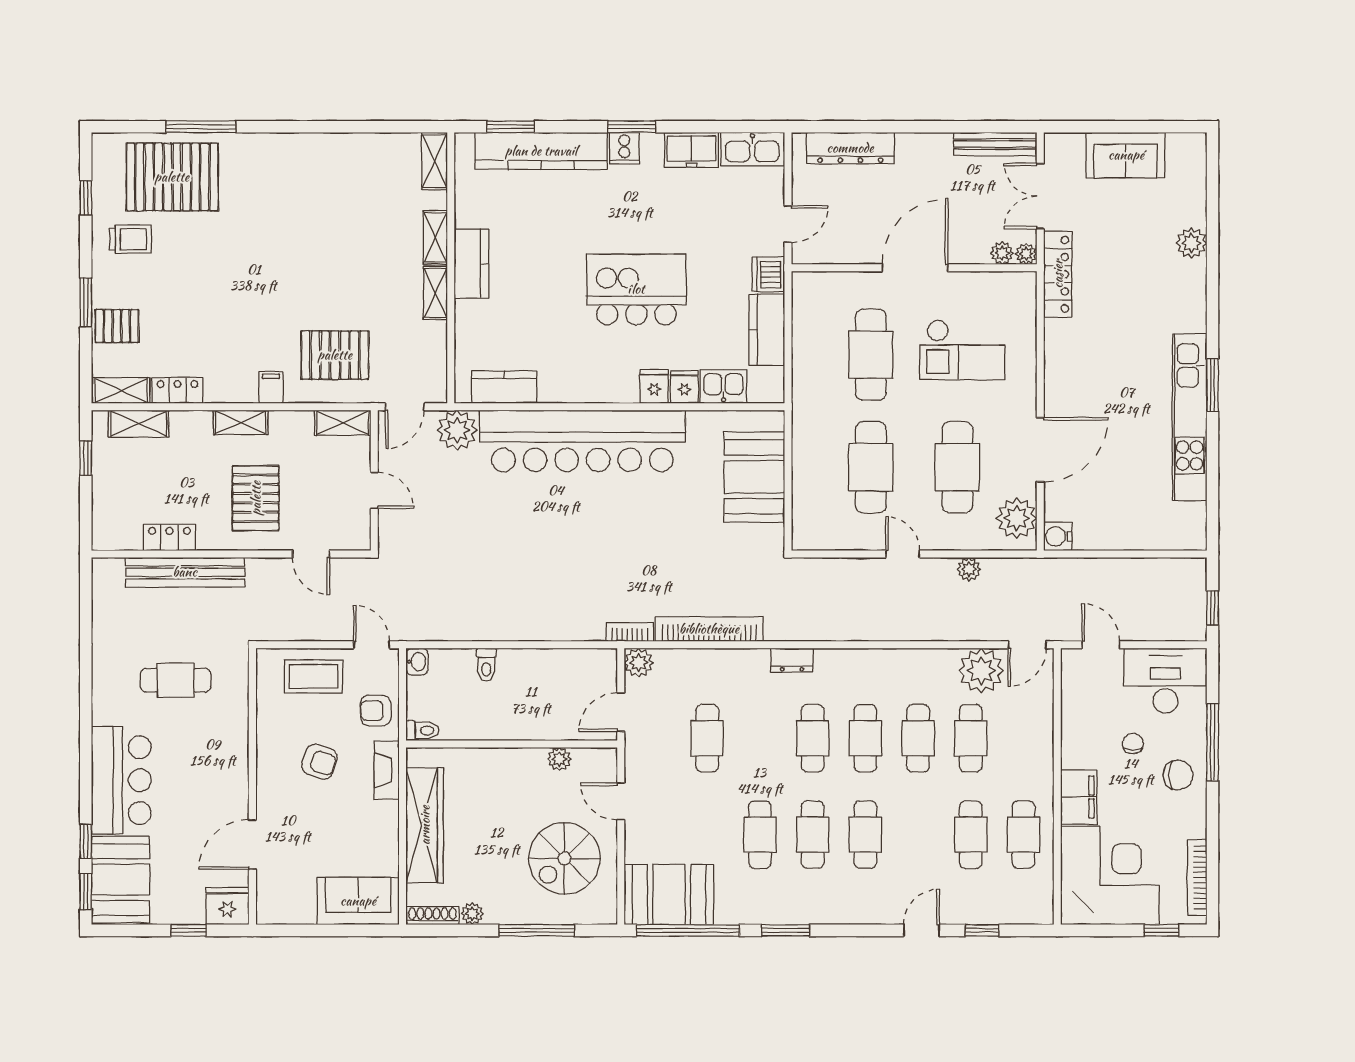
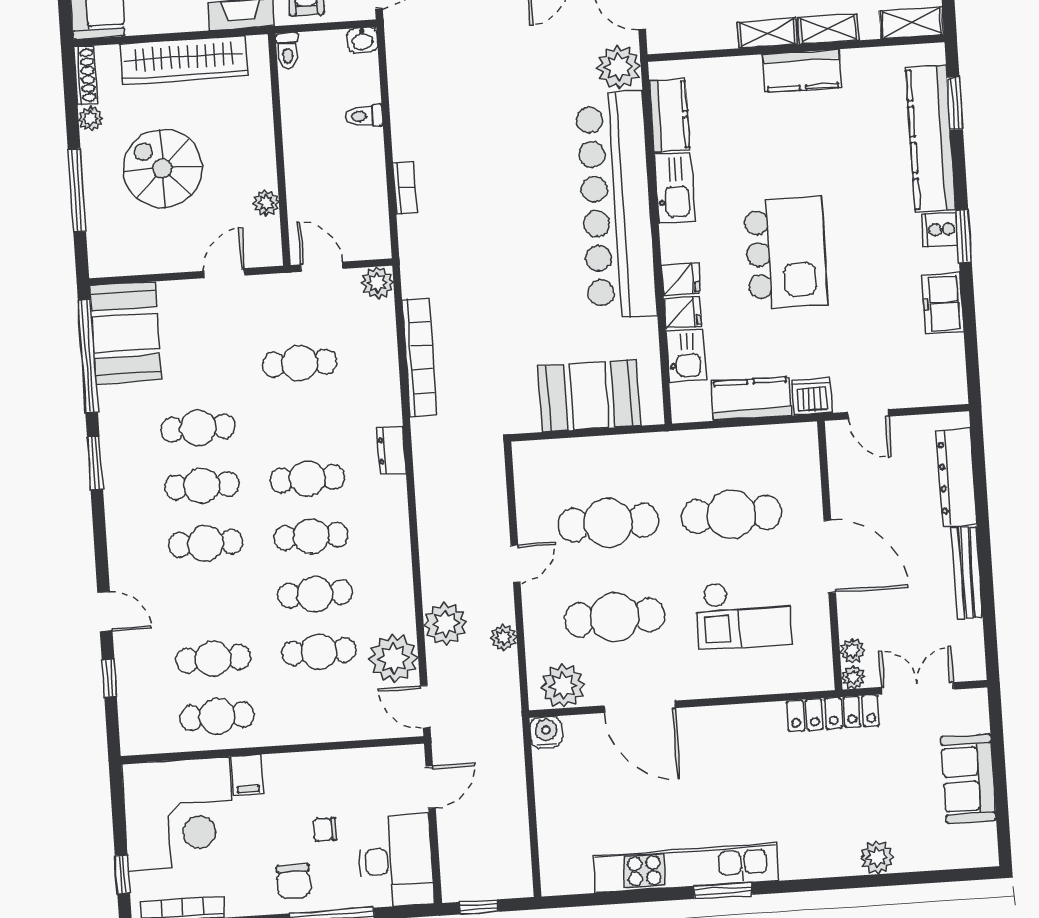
bench: (995, 144) -> (967, 573), moved
kitchen sink: (752, 149) -> (675, 188), moved, turned 180
checkout: (962, 350) -> (743, 614), turned -90
plant: (953, 621) -> (445, 624), added
bookcase: (630, 632) -> (405, 188), moved
chair: (1133, 744) -> (325, 830), turned 180
filing cabinet: (1079, 797) -> (248, 775), width x0.50
spiral stairs: (564, 858) -> (162, 169), moved

